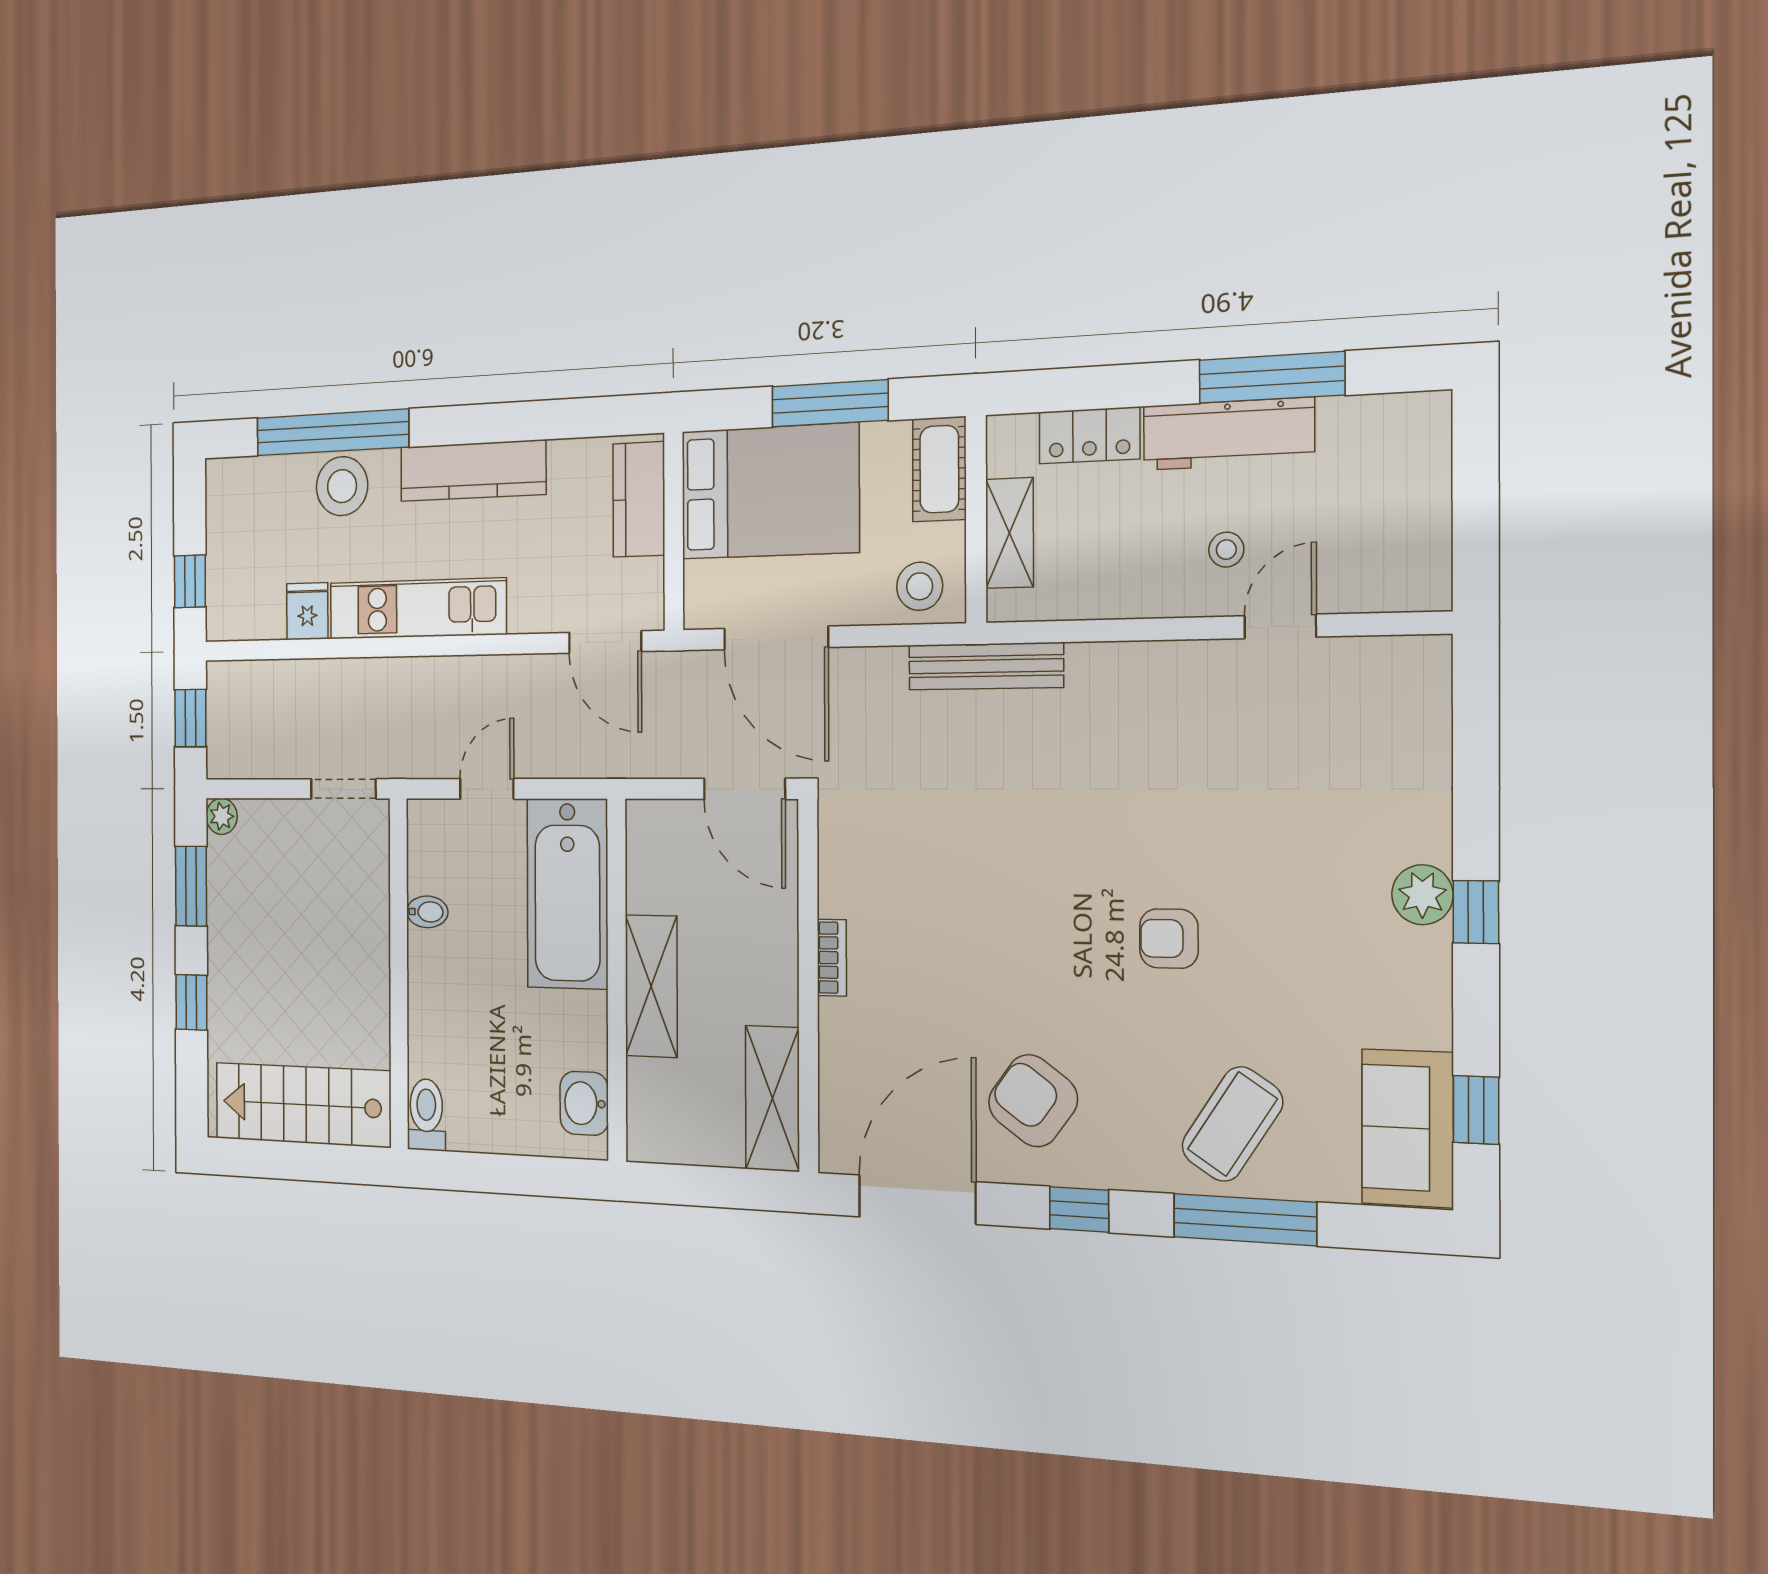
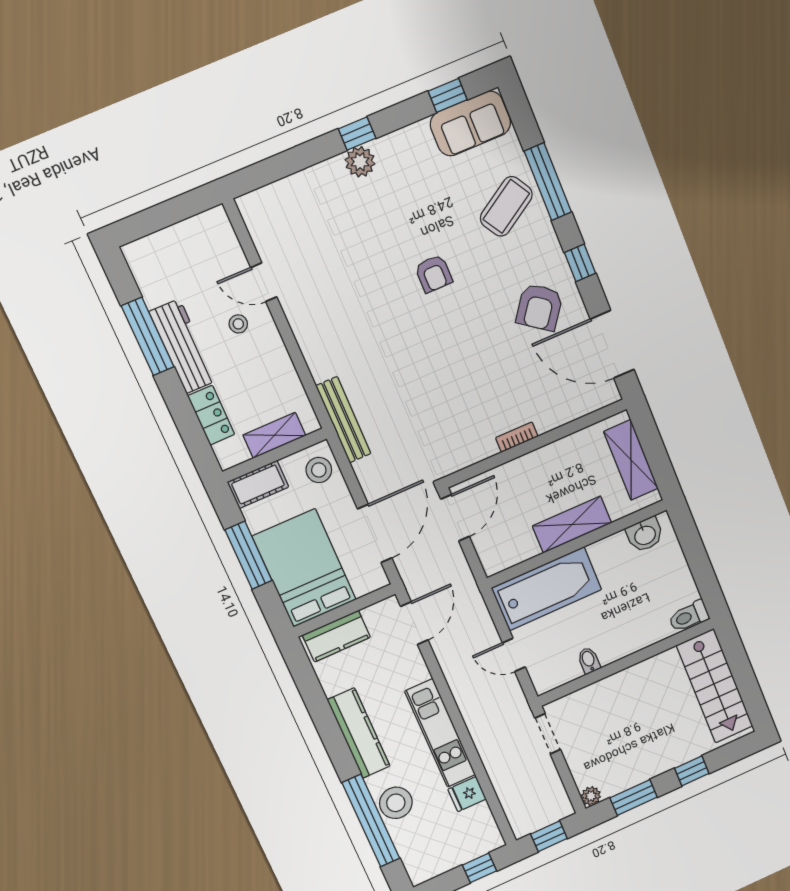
shelving: (772, 1098) -> (631, 460), moved, turned 90
coffee table: (1232, 1124) -> (506, 206), turned -65

